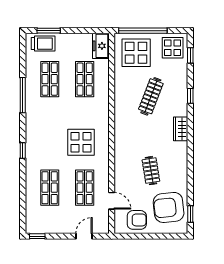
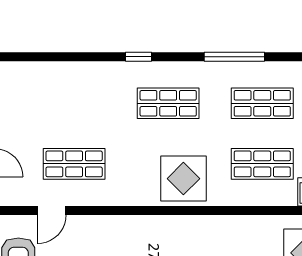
display table: (81, 142) -> (183, 179), moved
shop shelf: (50, 188) -> (168, 103), moved

